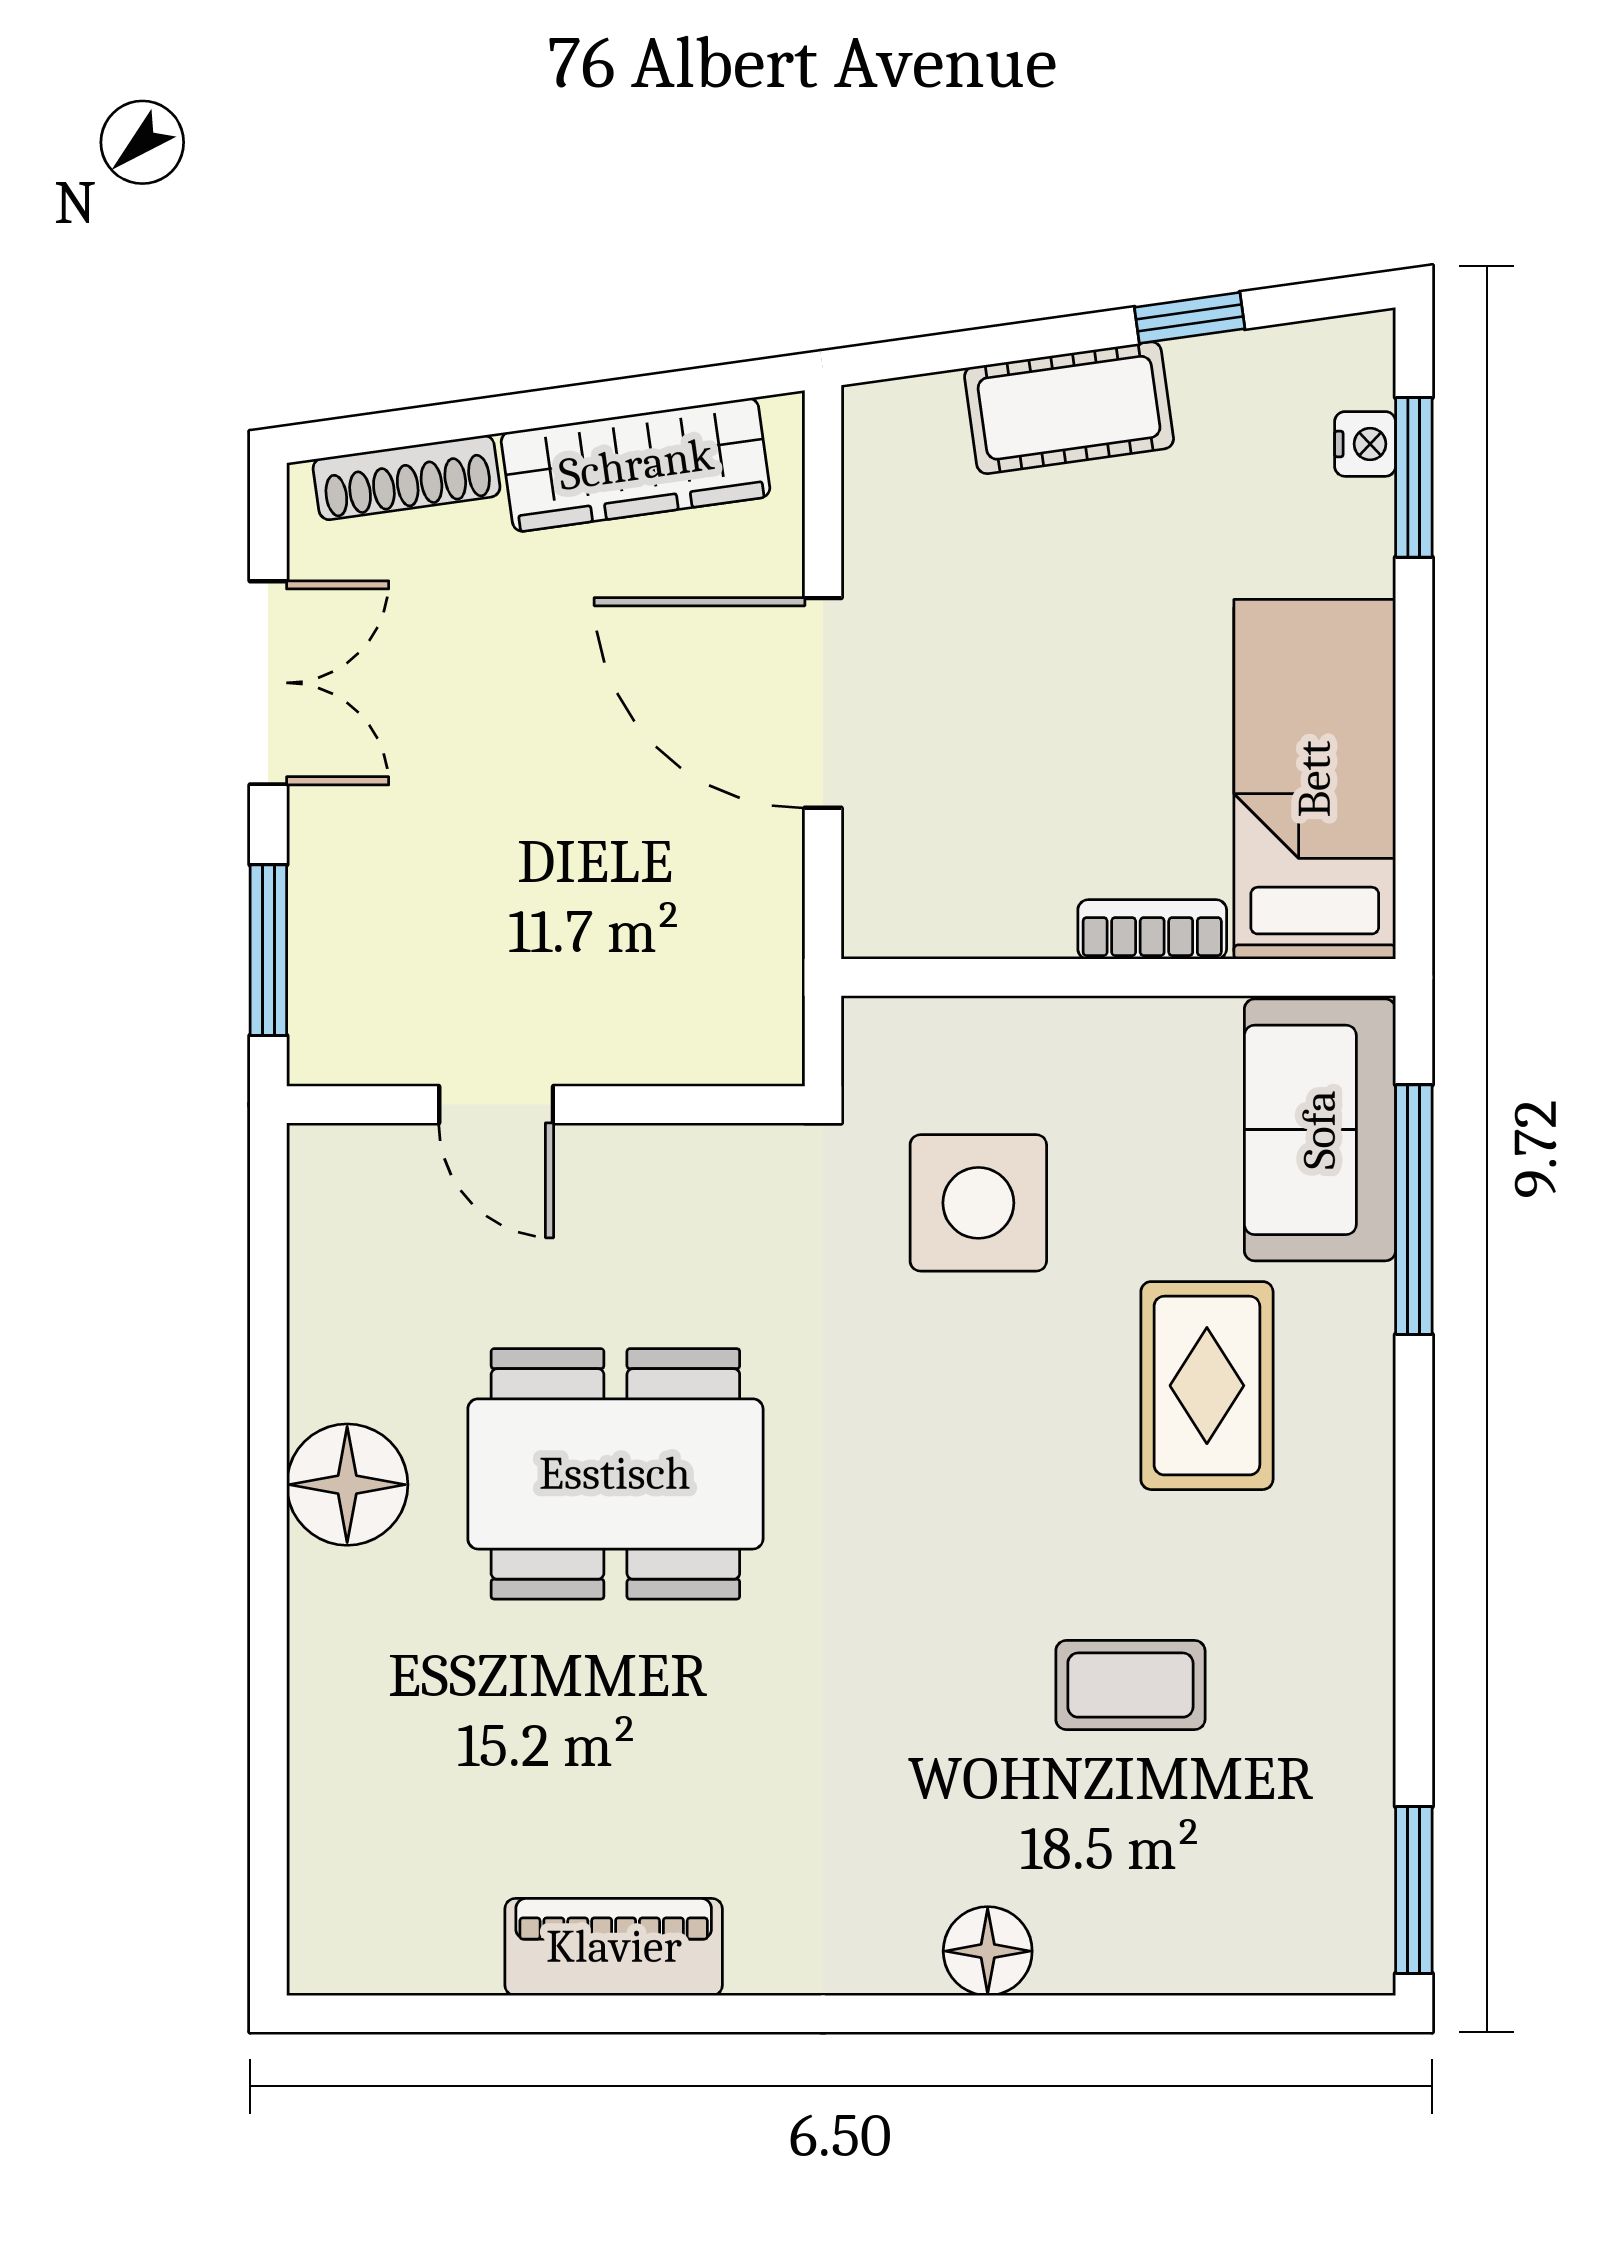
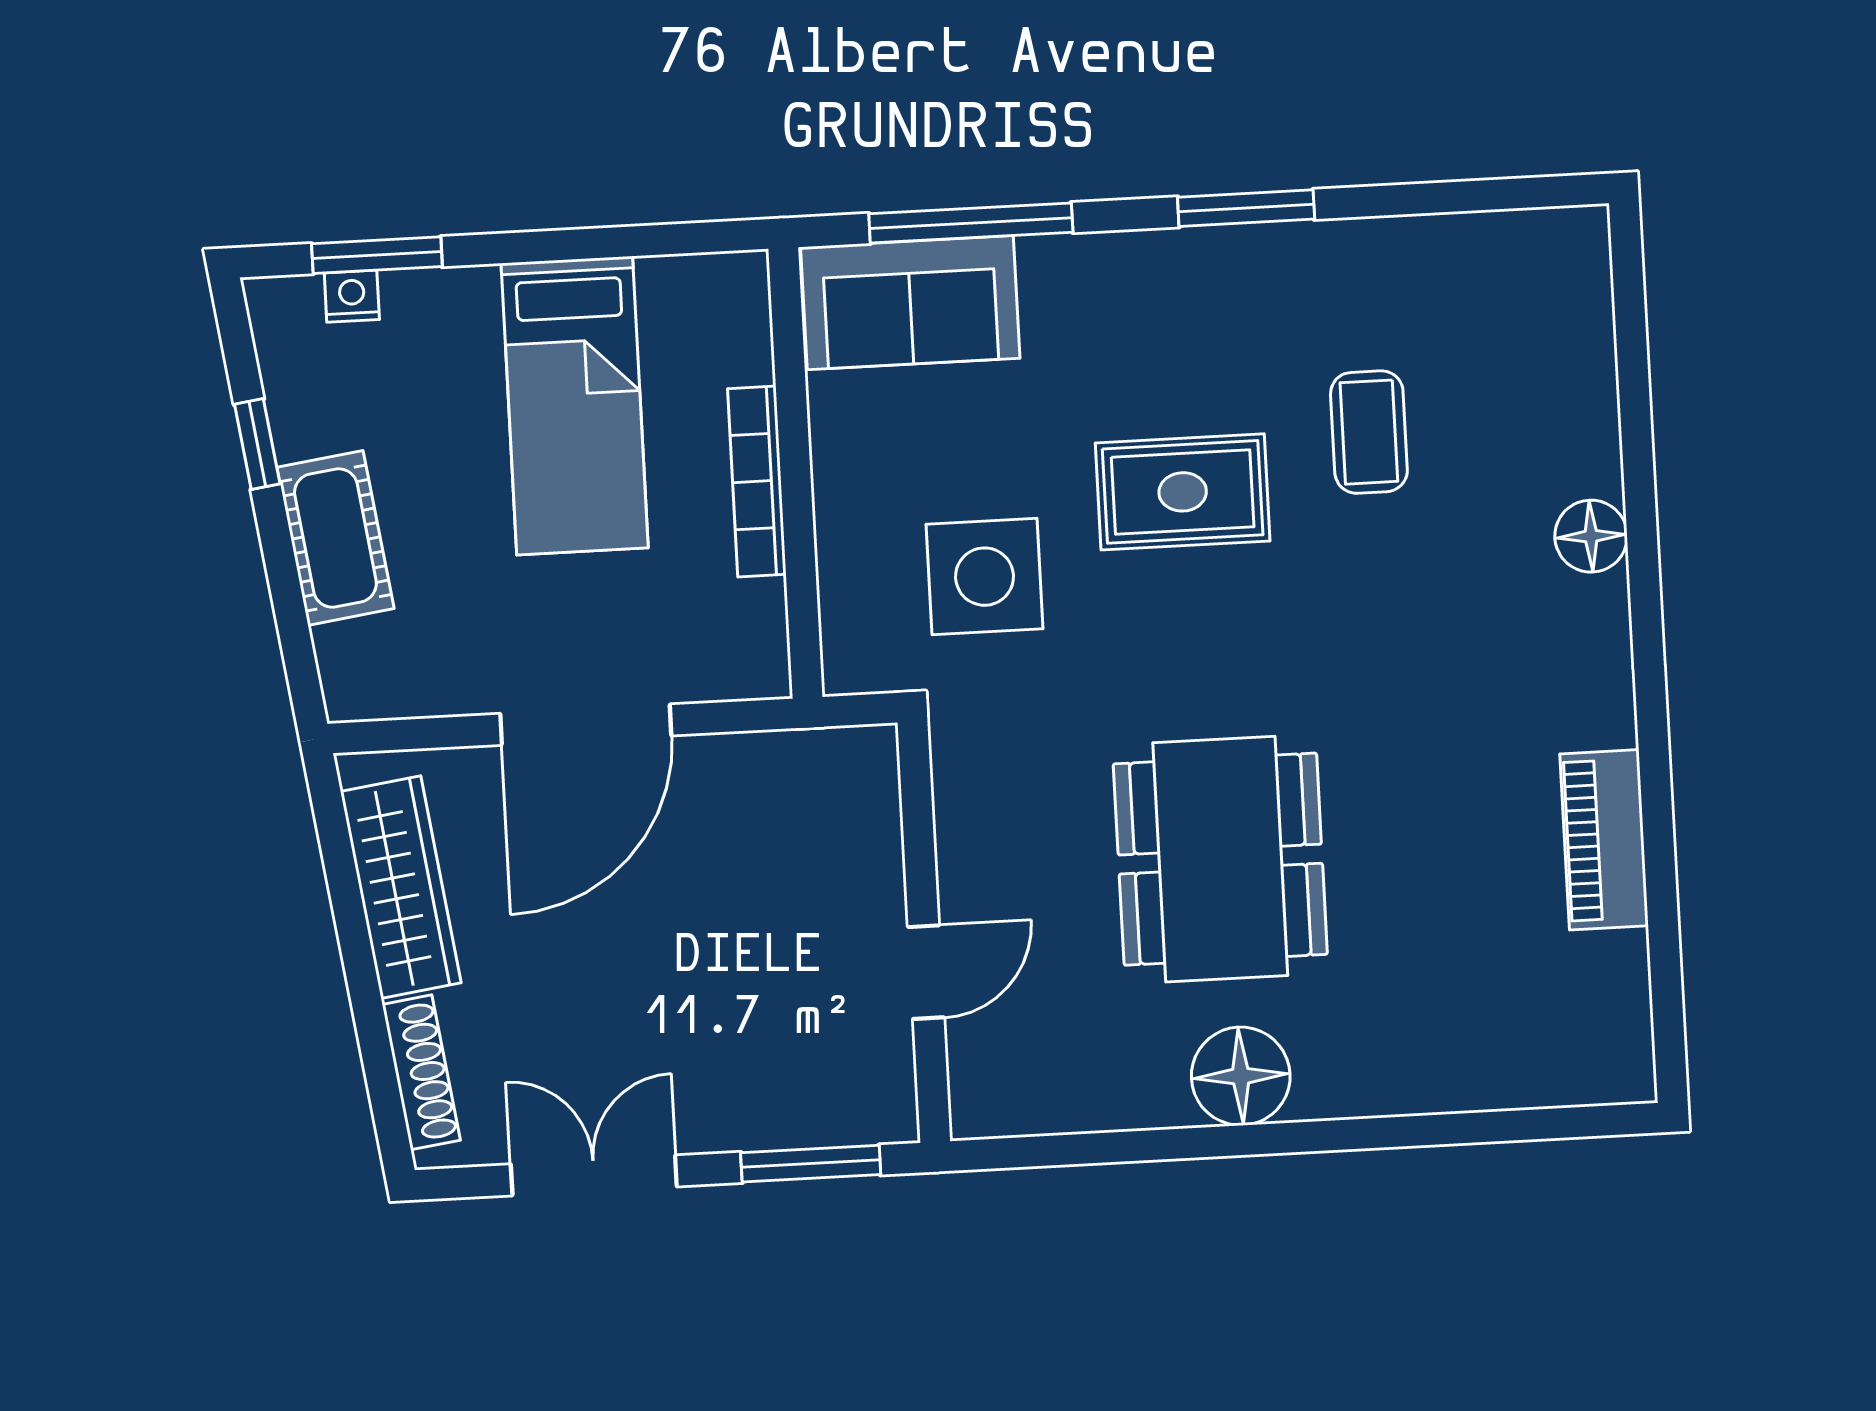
bed: (1315, 779) -> (575, 406), moved, turned -90
bookcase: (1152, 929) -> (757, 482), width x1.56
rug: (1207, 1386) -> (1183, 492), moved
window: (1414, 1890) -> (1246, 208), moved

